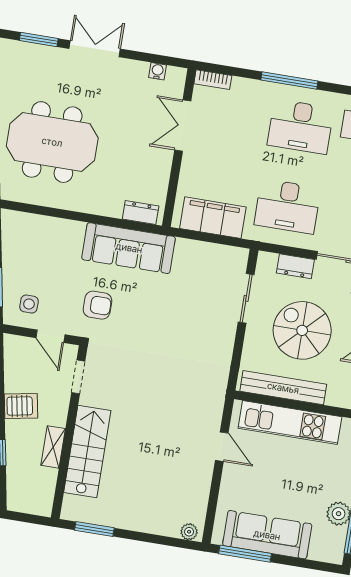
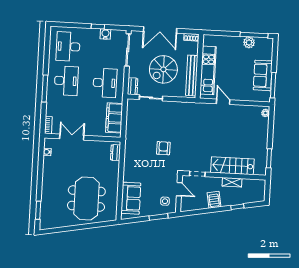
double door: (95, 49) -> (40, 183), removed
double door: (183, 126) -> (72, 137), swing flipped
sofa: (129, 248) -> (131, 198), moved, width x0.73
dresser: (295, 266) -> (133, 86), moved
armchair: (97, 305) -> (163, 148), moved
door: (50, 336) -> (179, 189), hinge flipped
door: (222, 447) -> (223, 102), hinge flipped
sofa: (267, 535) -> (263, 75), width x0.73

